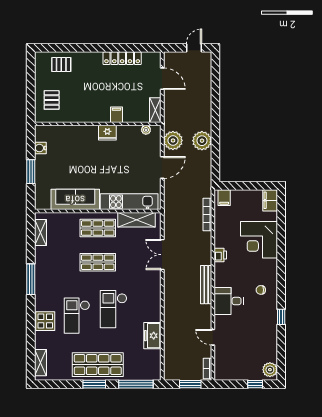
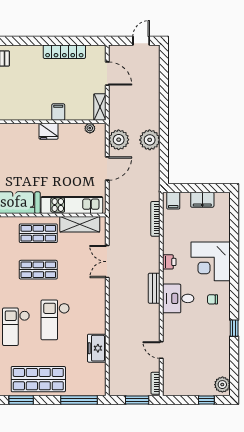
filing cabinet: (270, 200) -> (202, 200), moved, turned -90
corner desk: (259, 240) -> (211, 261), moved
bench: (206, 285) -> (154, 288), width x0.73
desk: (229, 301) -> (178, 298), moved
window: (94, 384) -> (21, 400), moved

